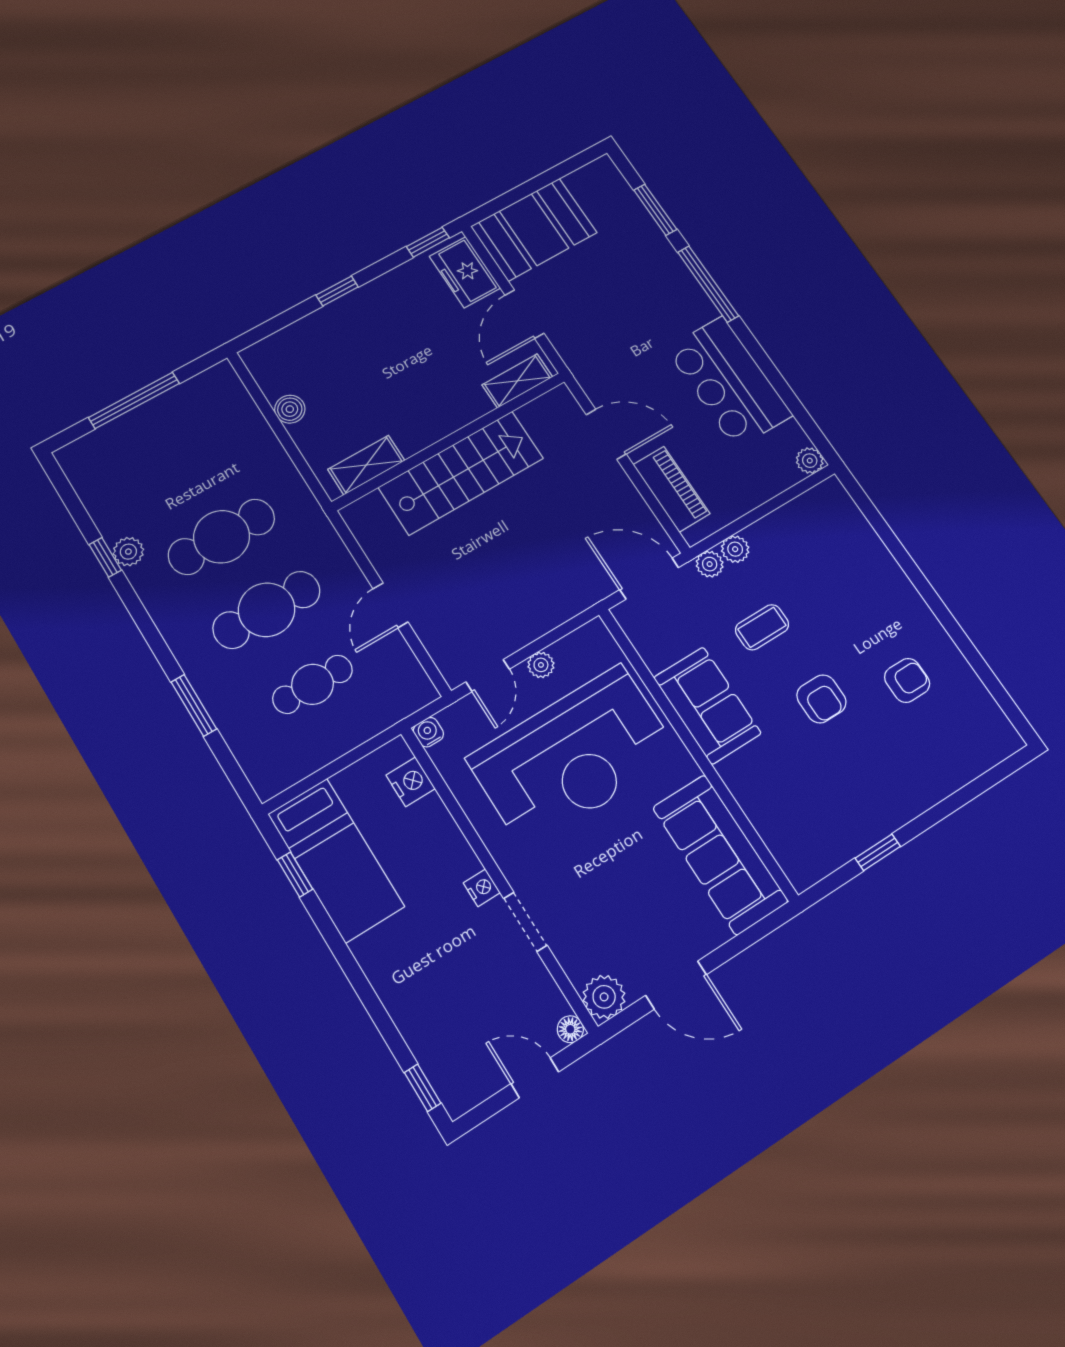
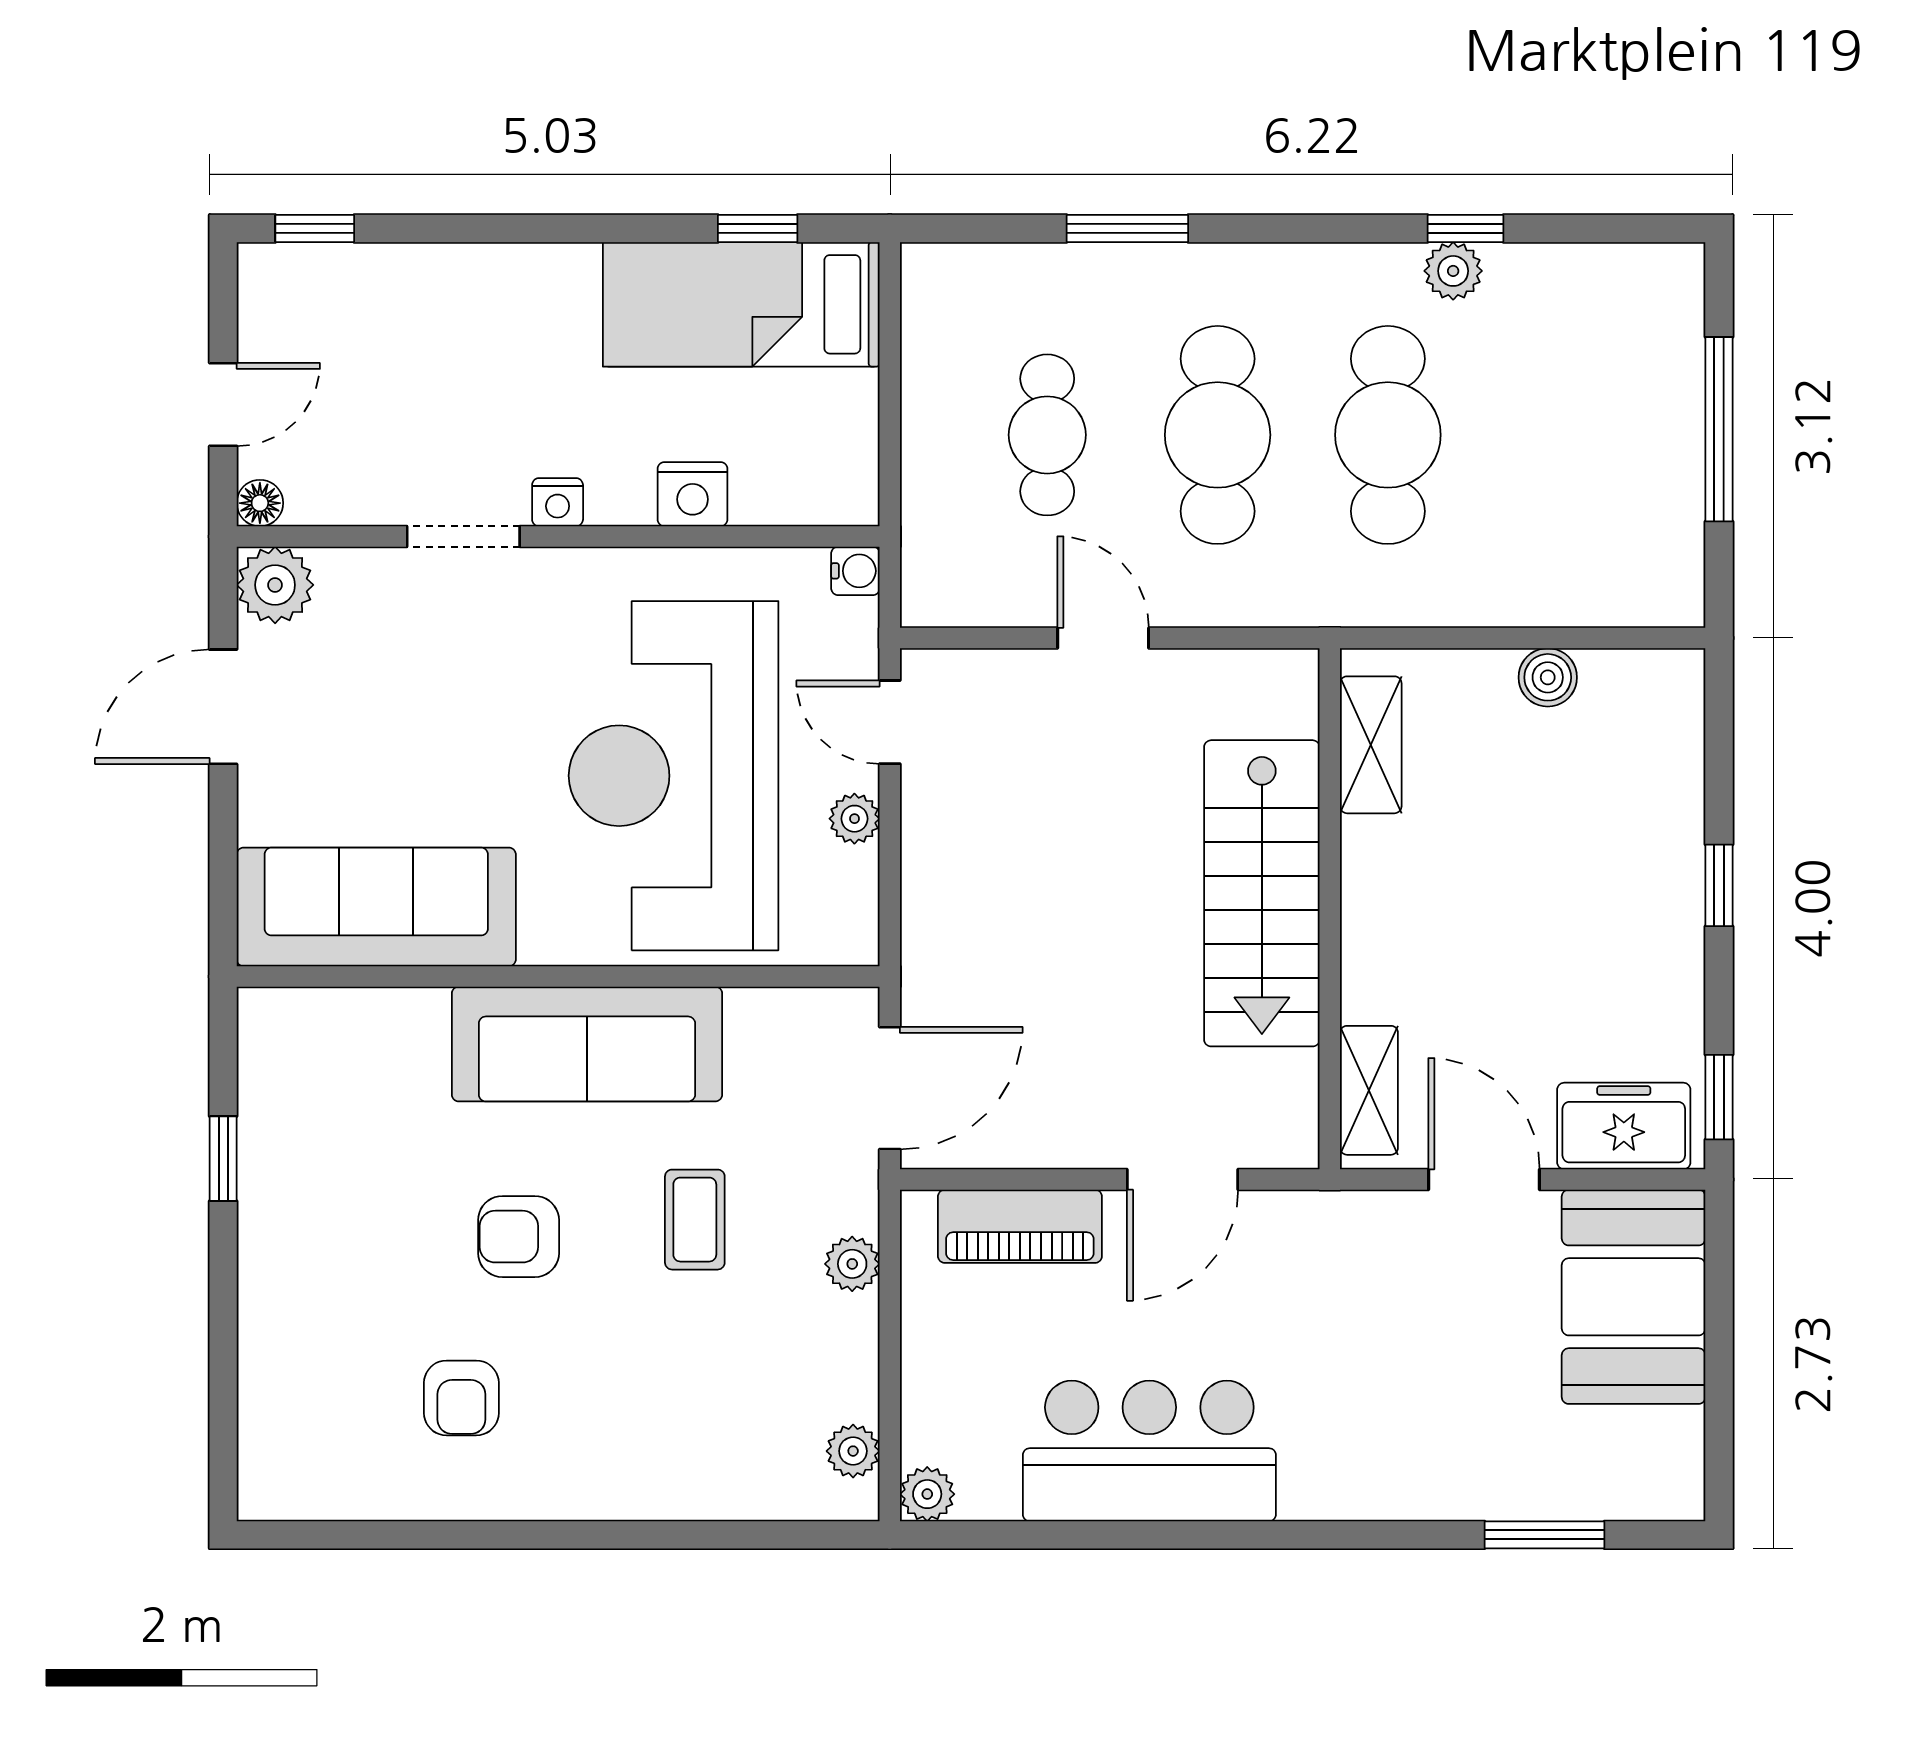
window: (708, 284) -> (1349, 1535), removed
plant: (710, 564) -> (853, 1451), moved
sofa: (707, 705) -> (587, 1044), width x1.36
nightstand: (411, 782) -> (693, 494), moved

